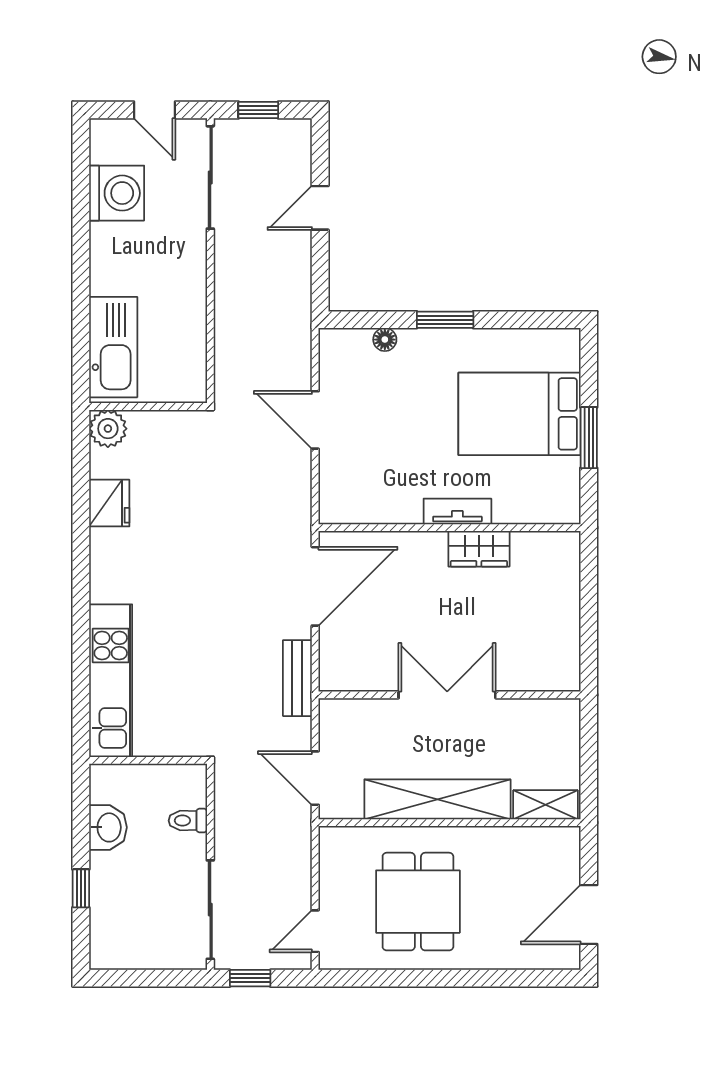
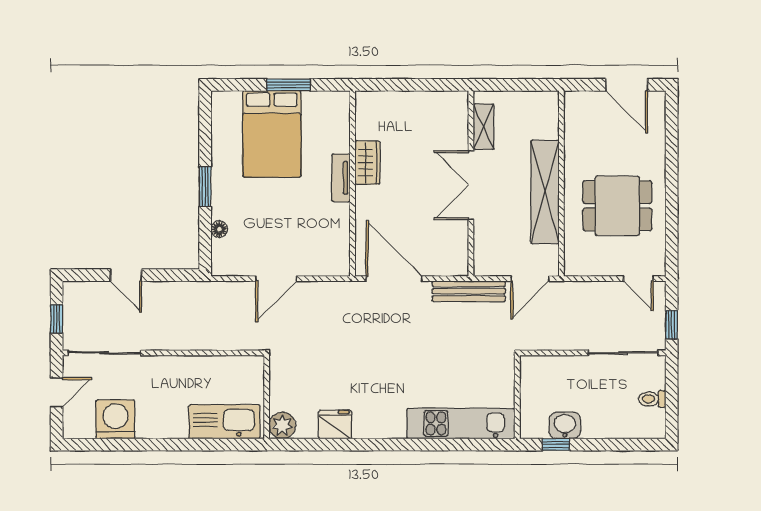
bench: (297, 678) -> (469, 291), width x1.36
shelving: (546, 805) -> (483, 127), moved
toilet: (188, 821) -> (652, 399), moved, turned 90
window: (81, 888) -> (556, 445), moved

